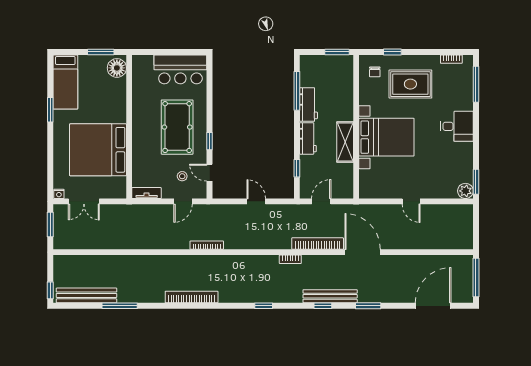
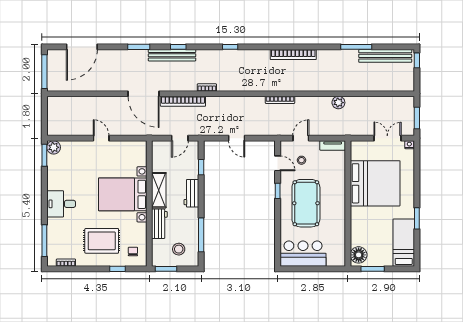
stool: (322, 75) -> (179, 249), added
workbench: (308, 105) -> (159, 224), moved, turned 180
plant: (140, 242) -> (338, 103), added

